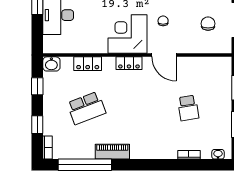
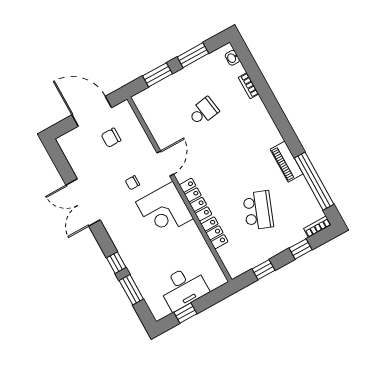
locker: (129, 63) -> (196, 200), width x1.53
washbasin: (51, 64) -> (234, 268), removed
school desk: (86, 108) -> (258, 210), turned 42

